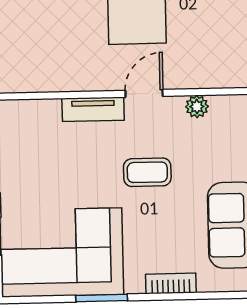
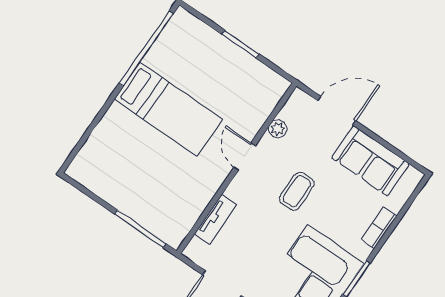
tv unit: (93, 109) -> (216, 219), moved

